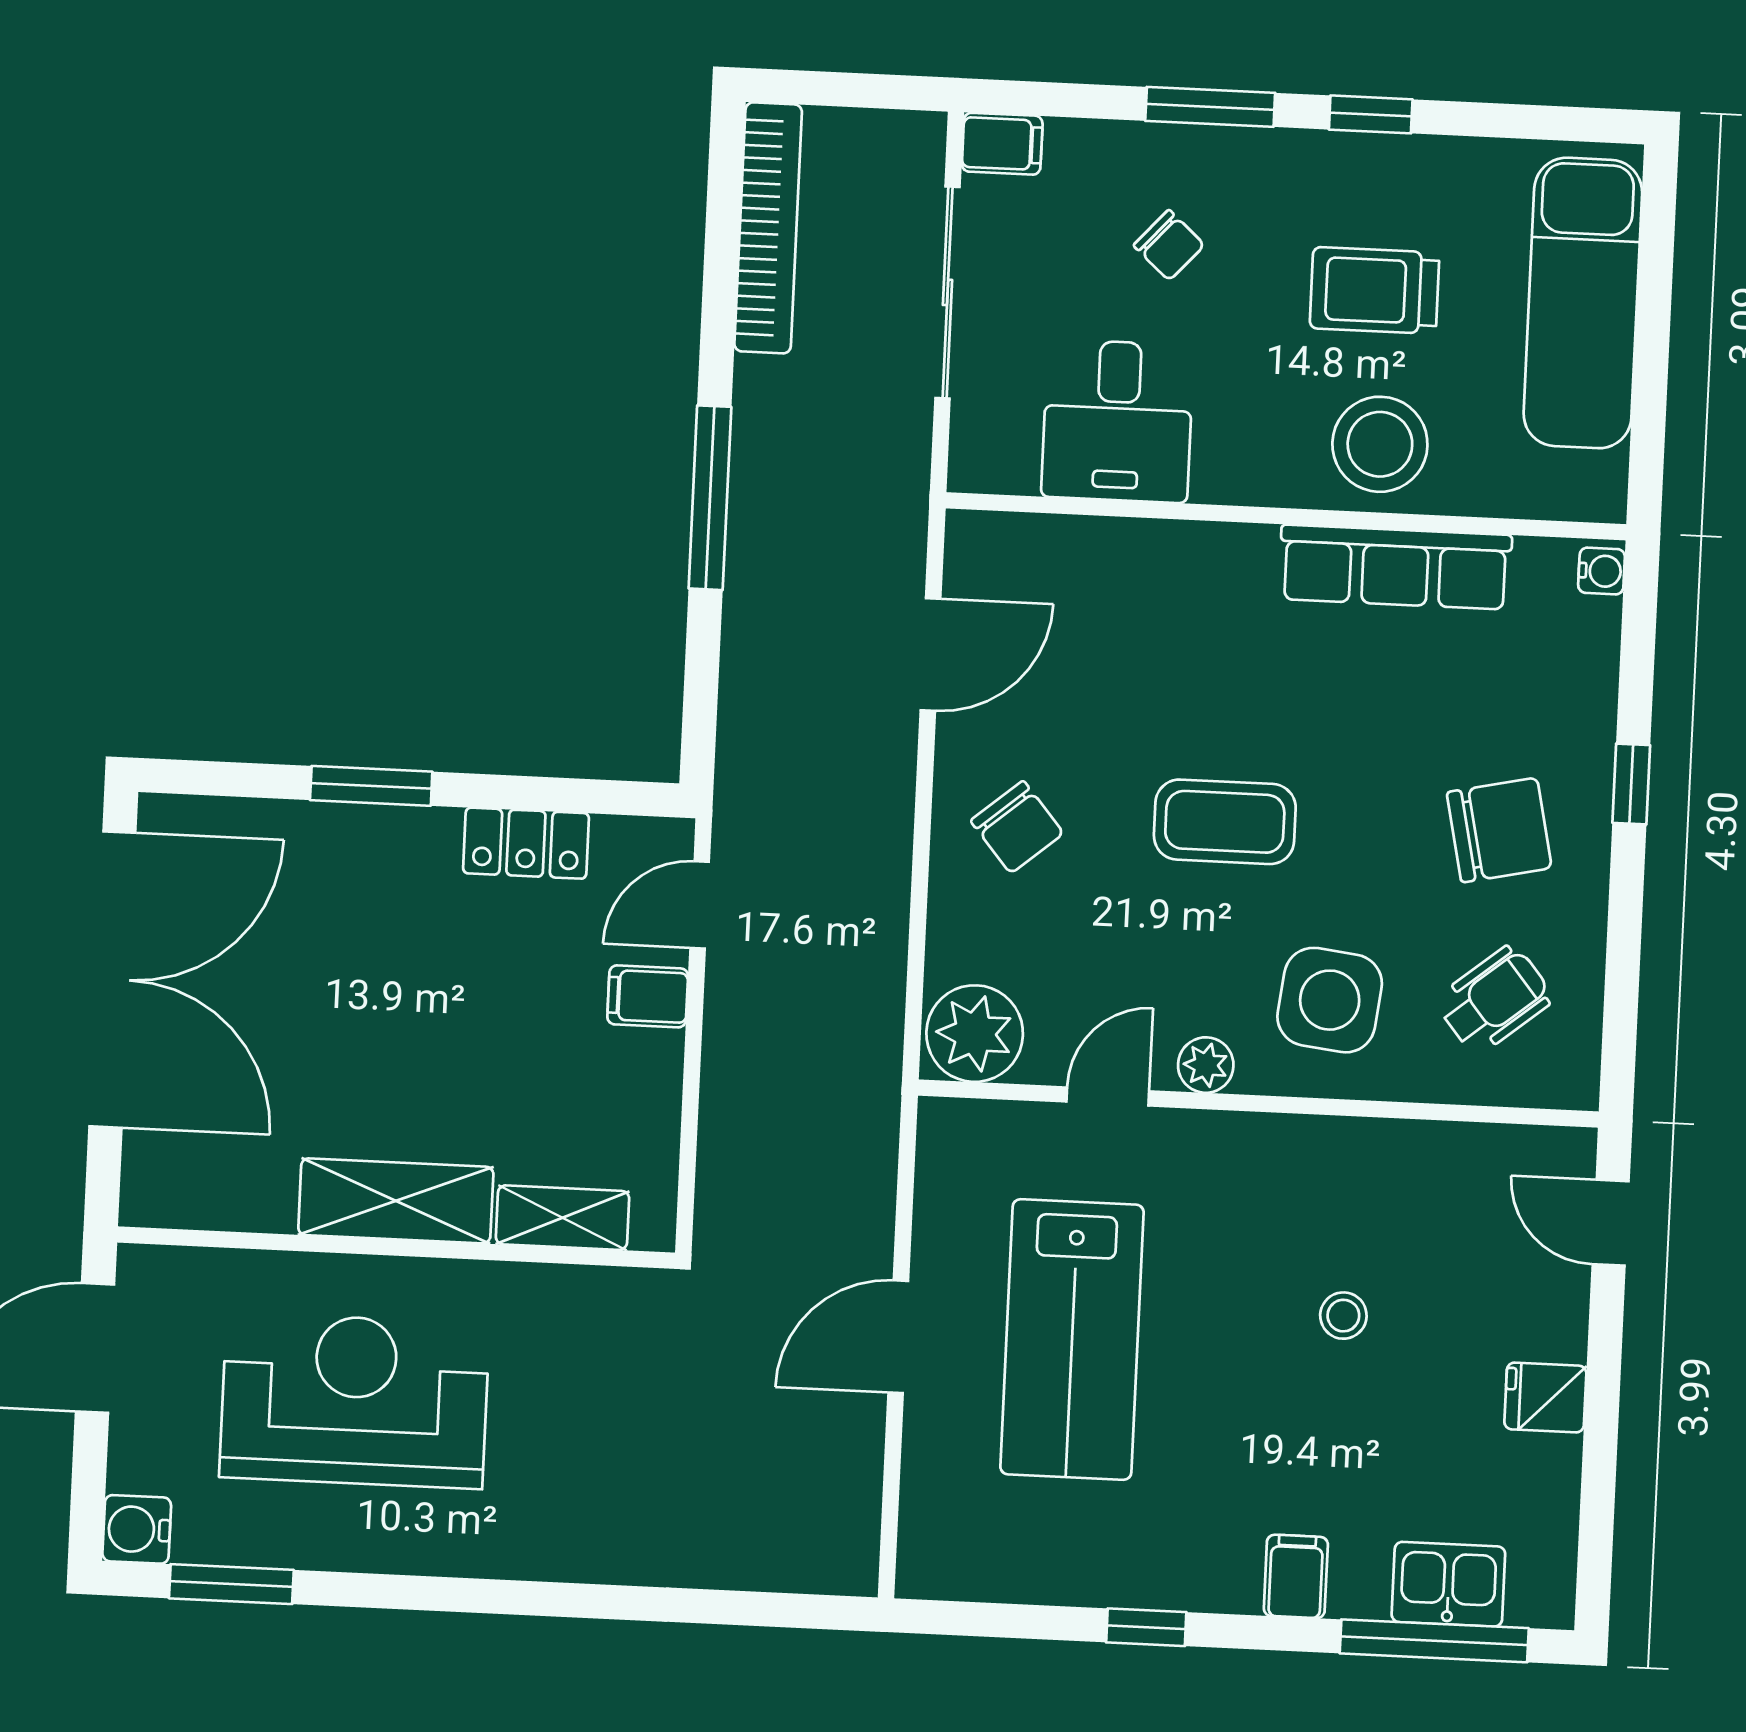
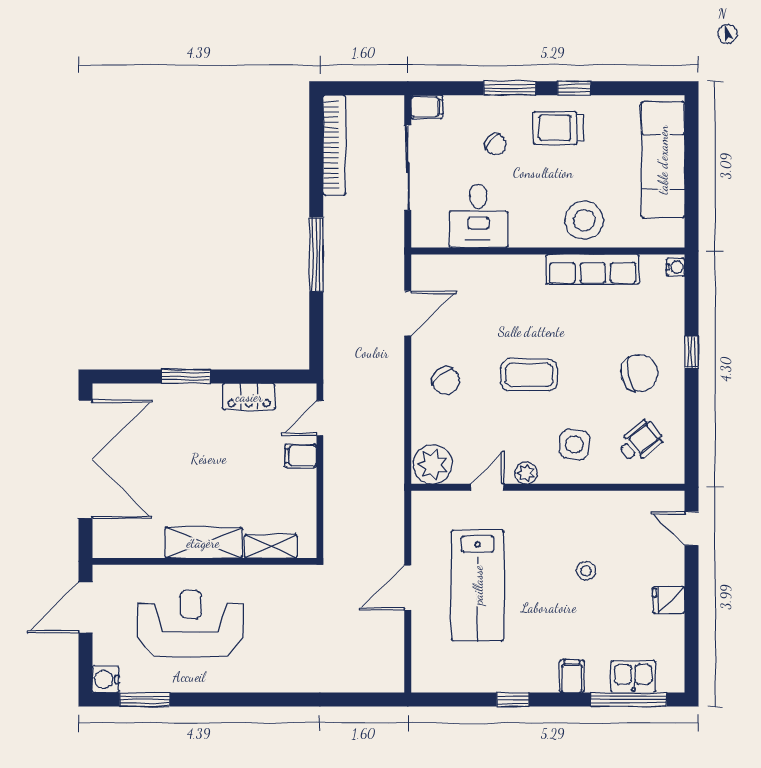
trolley: (1375, 290) -> (559, 128), moved
side table: (1330, 1000) -> (575, 444), width x0.73, depth x0.73

